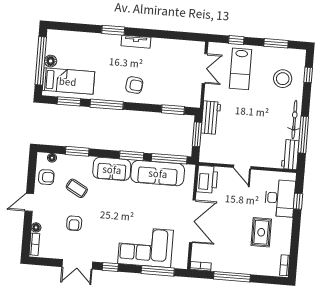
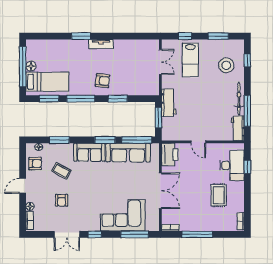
window: (173, 110) -> (118, 99), moved

